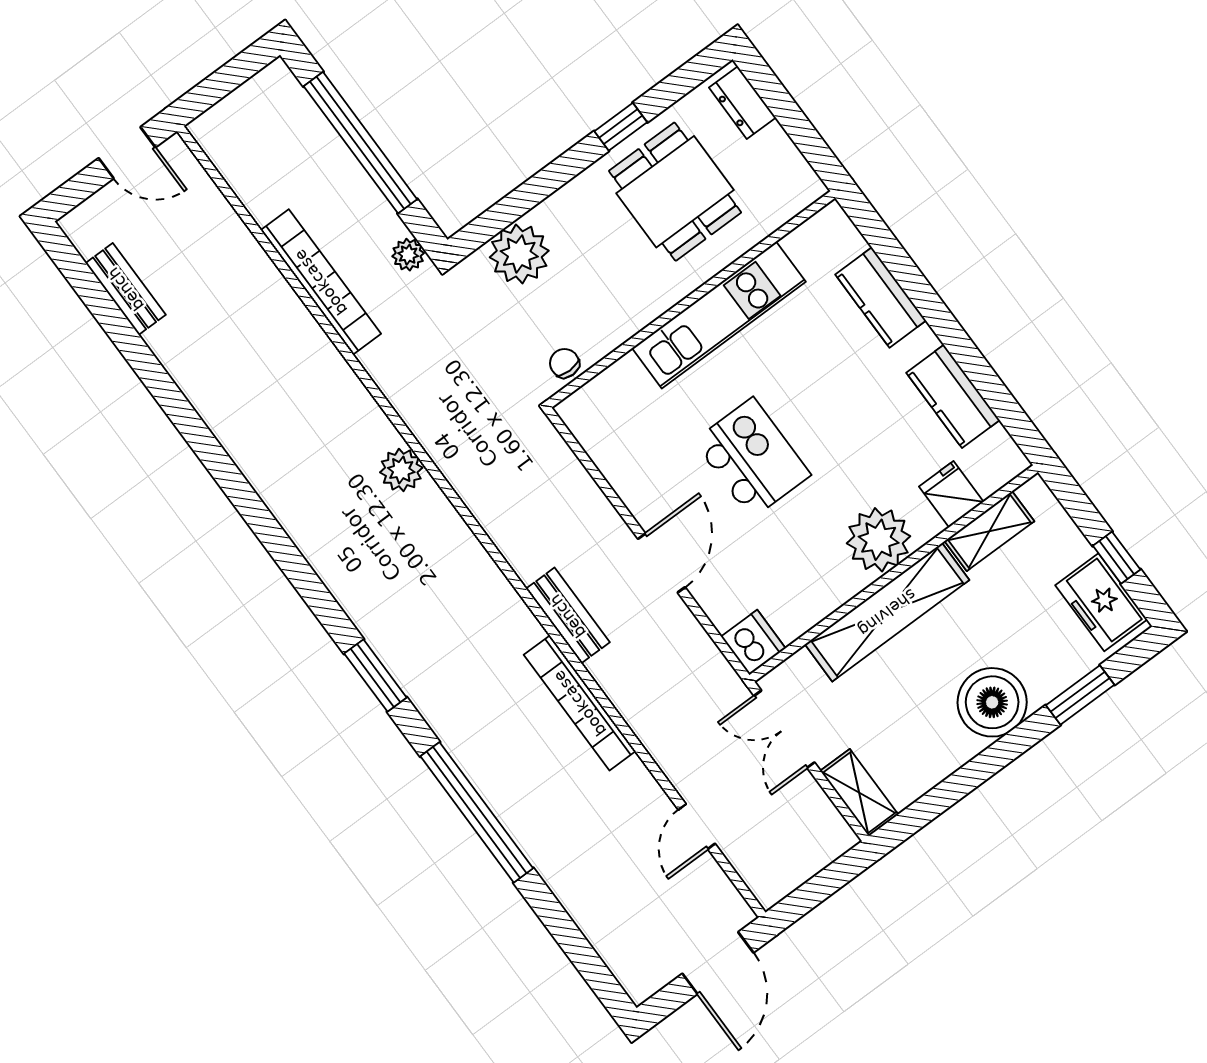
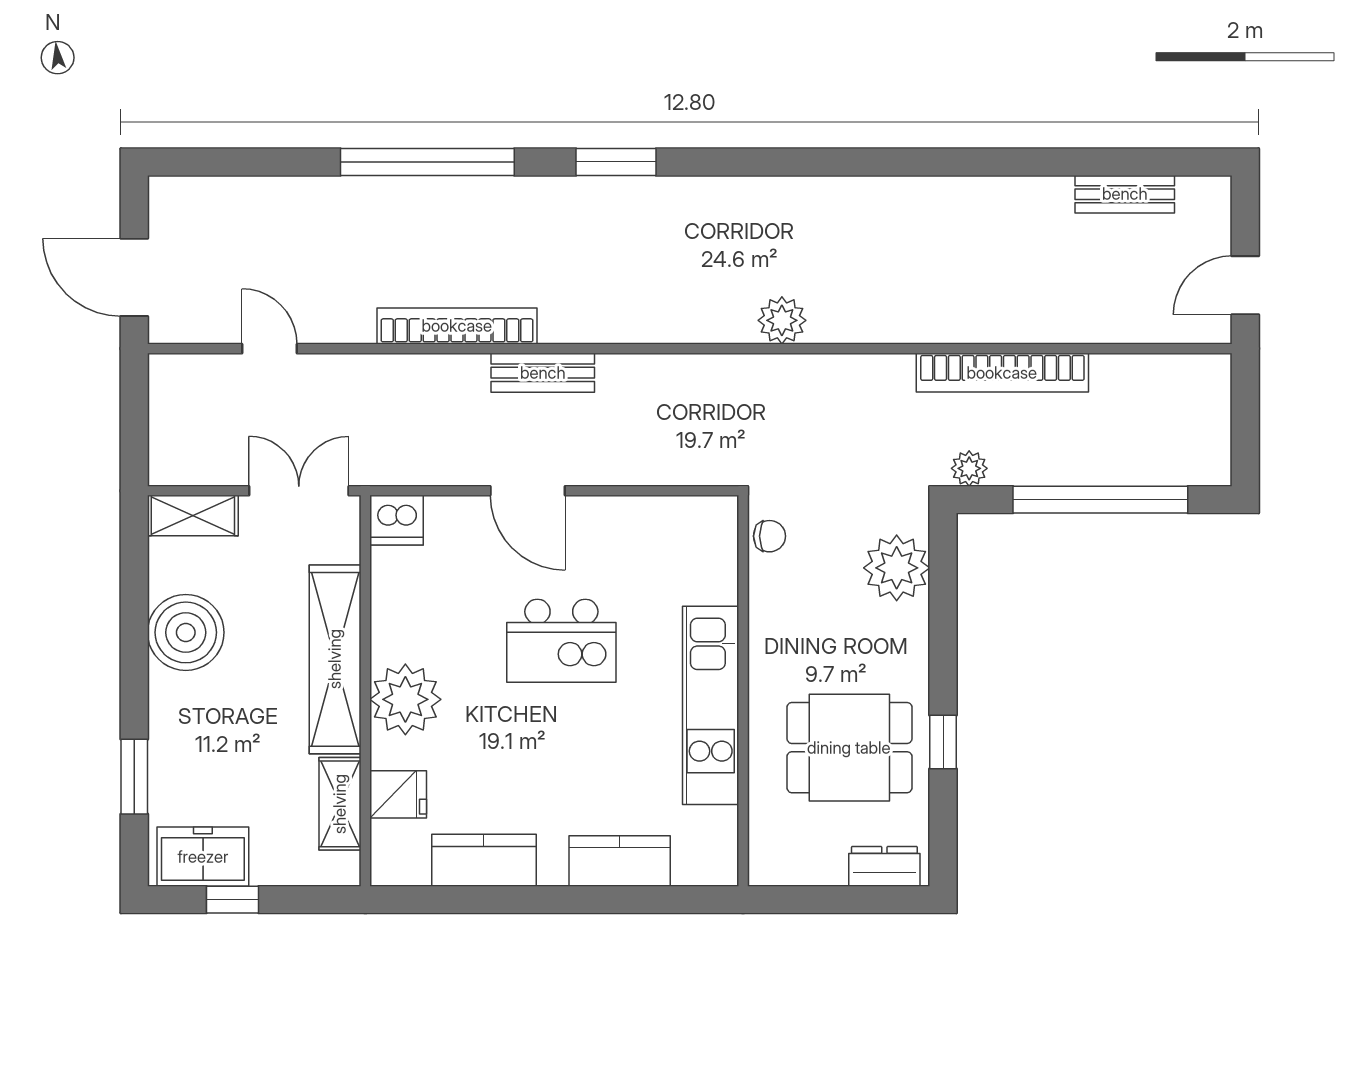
boiler: (992, 702) -> (186, 632), moved

